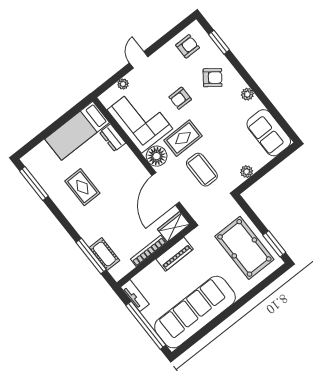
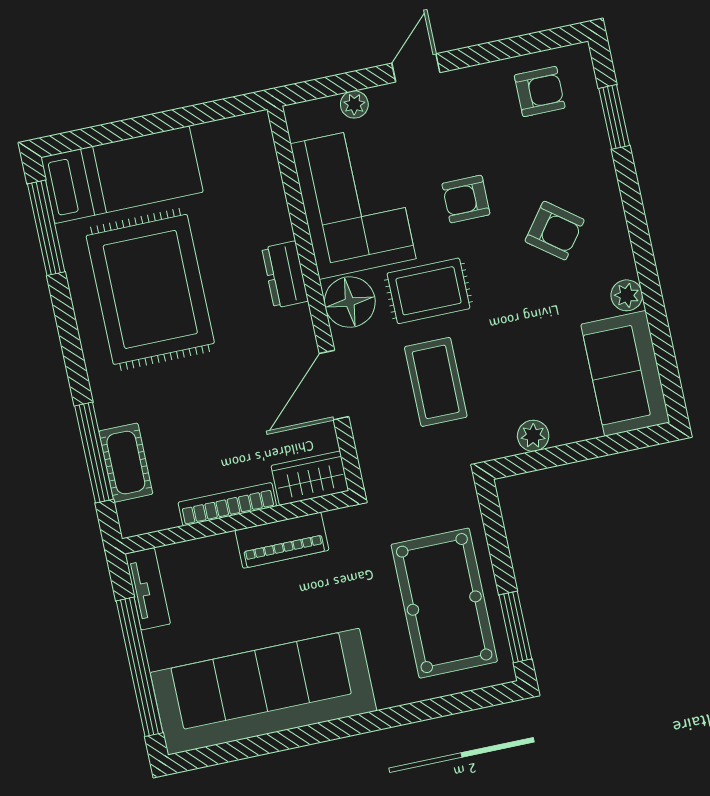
armchair: (213, 78) -> (555, 231), moved
plant: (247, 94) -> (627, 295), moved
bed: (77, 131) -> (122, 175), moved, turned 180
dresser: (113, 138) -> (285, 275), moved
rug: (82, 187) -> (150, 289), width x1.86, depth x2.06
door: (166, 189) -> (334, 385), width x0.73

